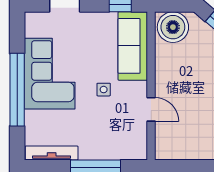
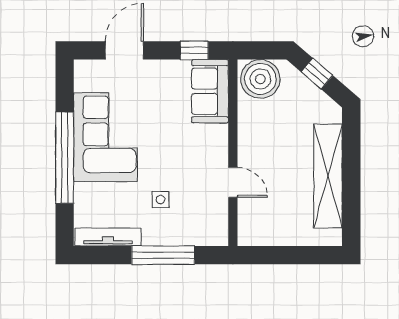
sofa: (133, 46) -> (210, 91), width x0.73
side table: (104, 90) -> (161, 200), moved

